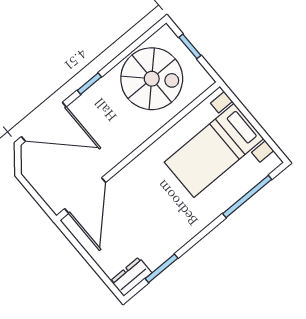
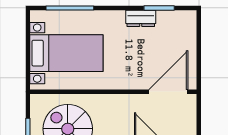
dresser: (131, 277) -> (141, 18), moved

